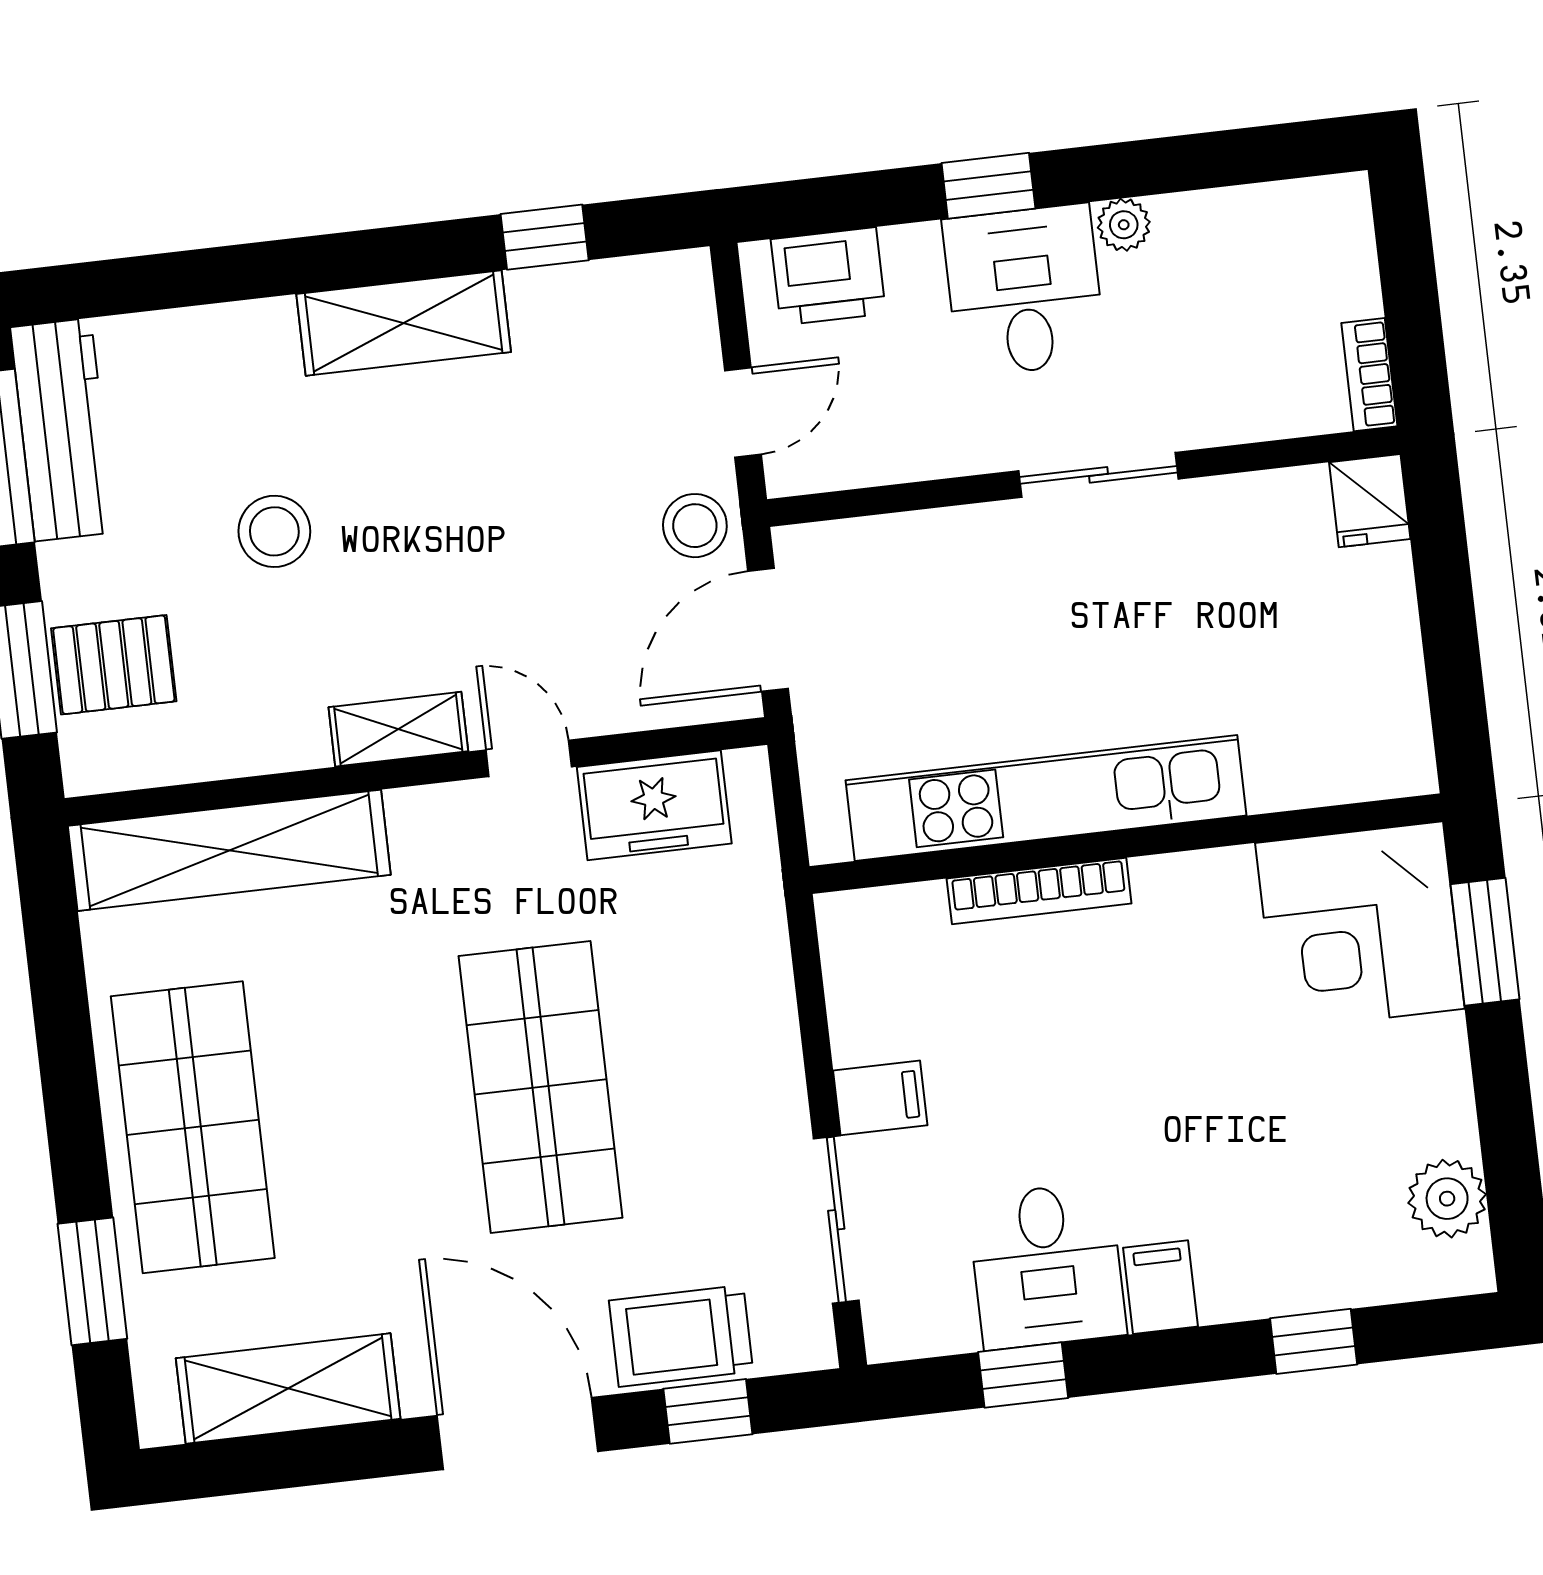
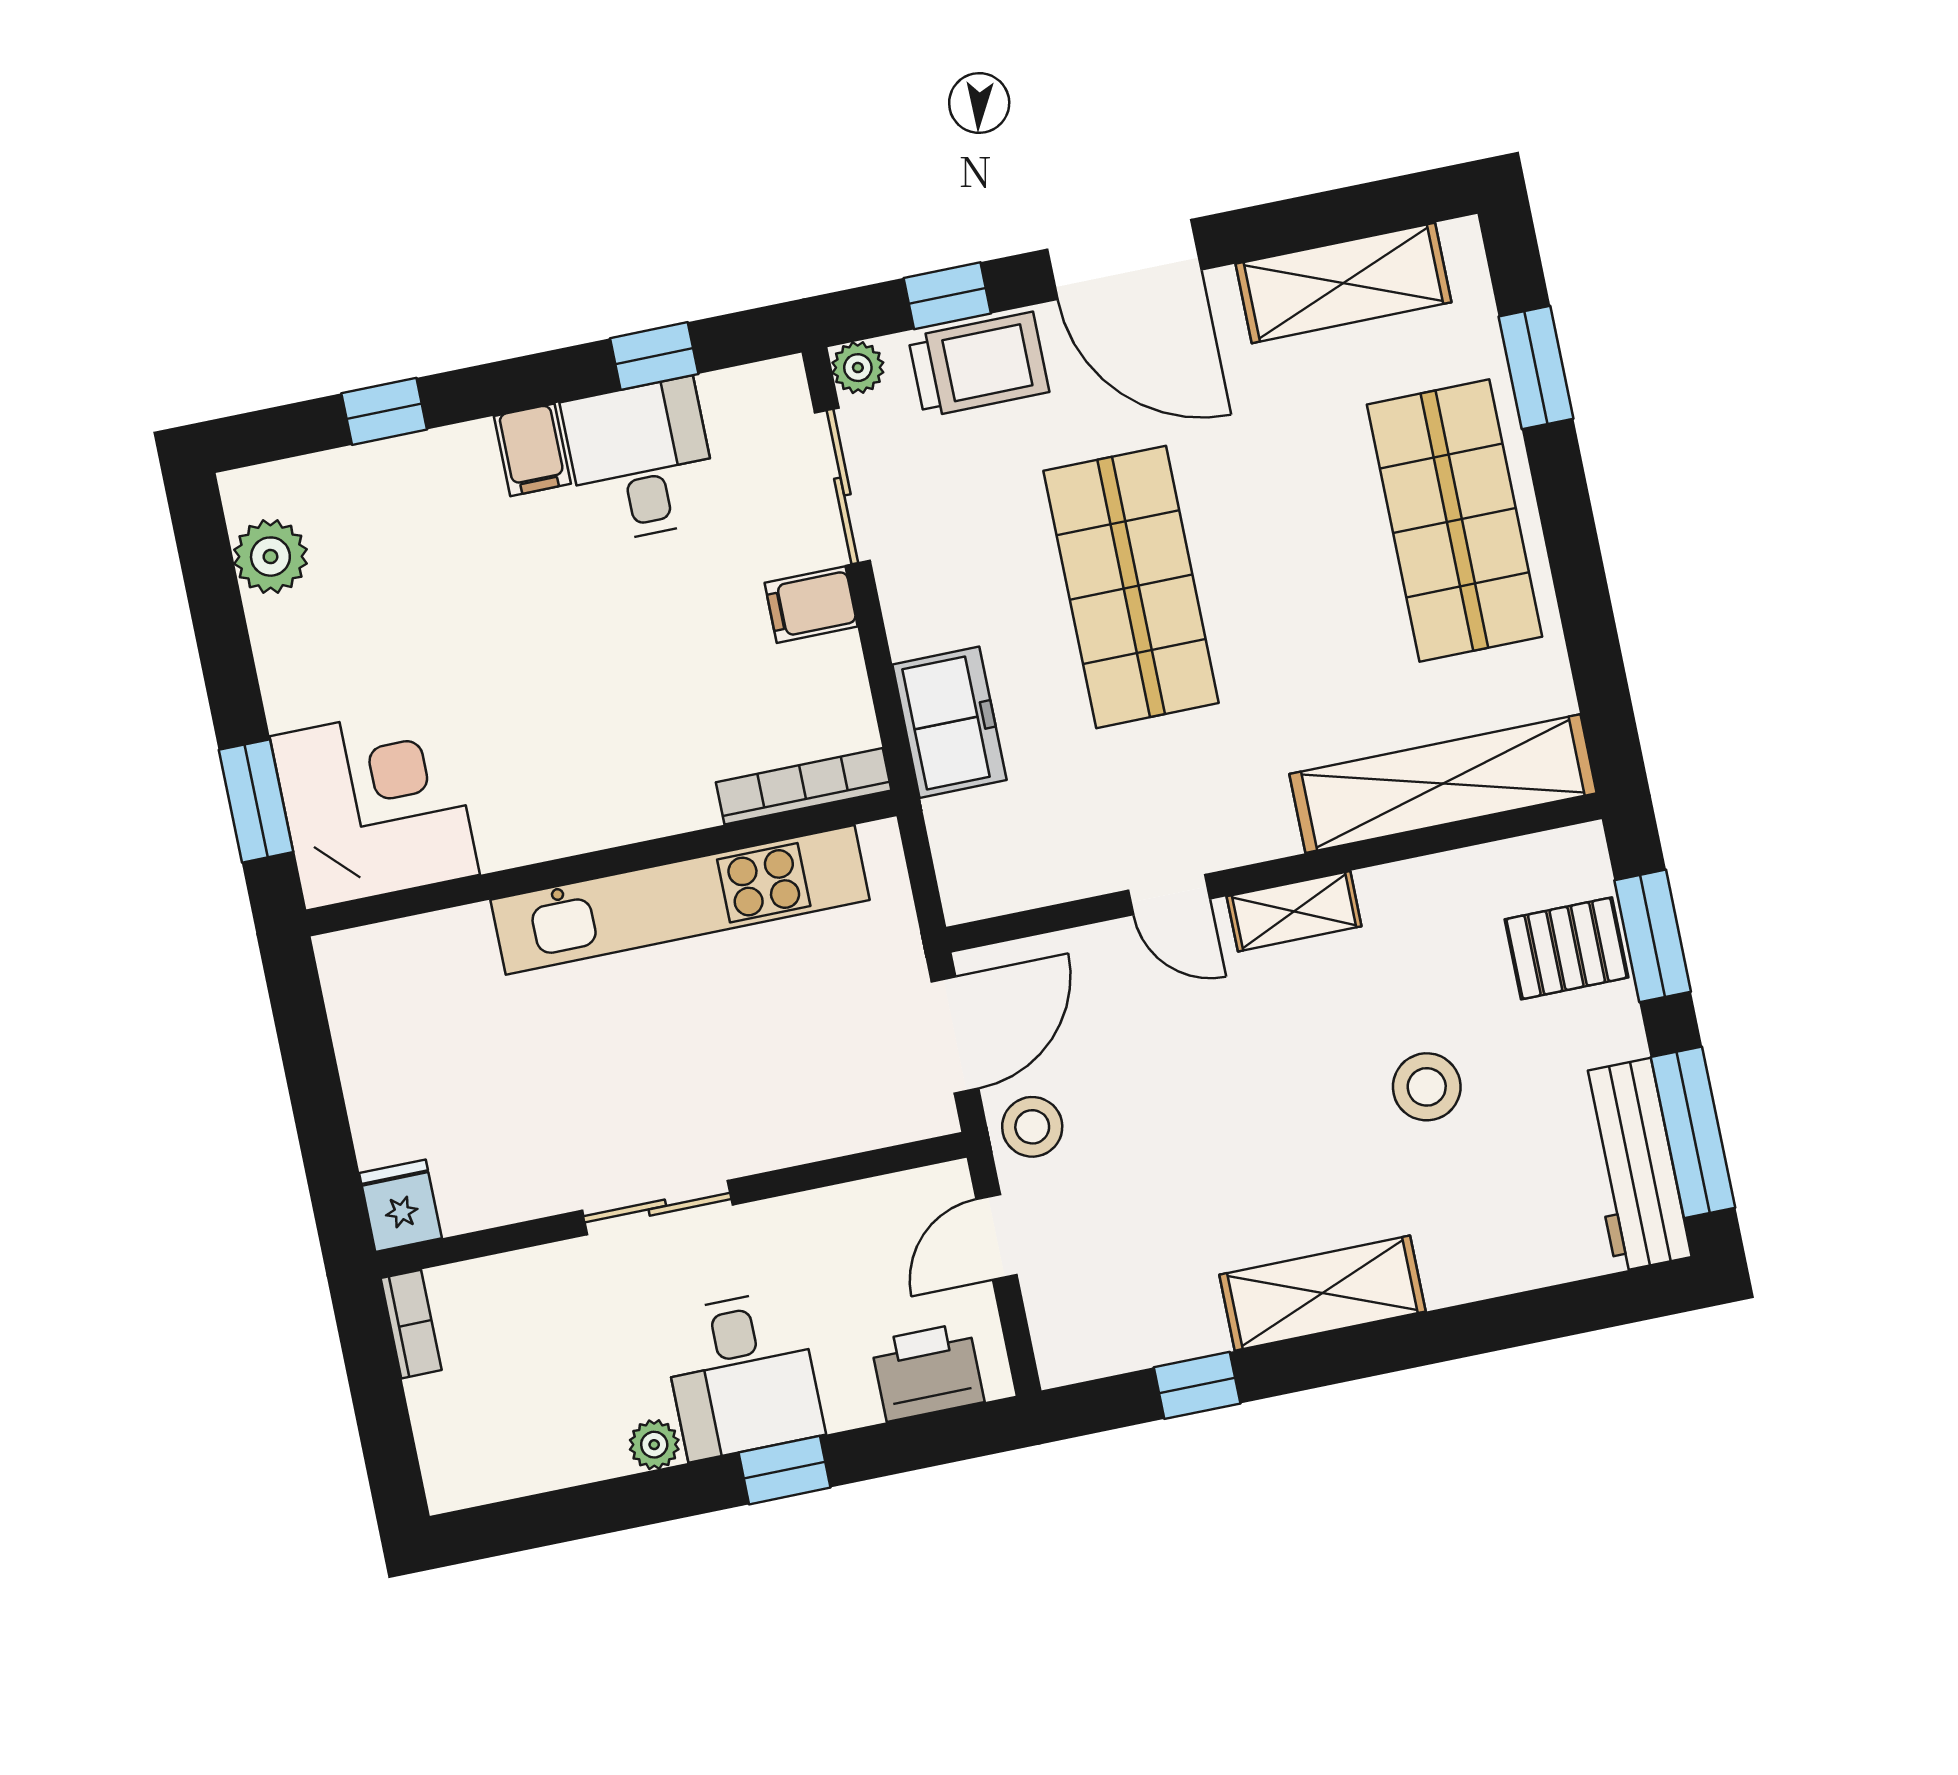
freezer: (654, 805) -> (949, 722), moved, turned 90
bookcase: (1039, 891) -> (804, 786), moved
plant: (809, 1344) -> (858, 368), added

